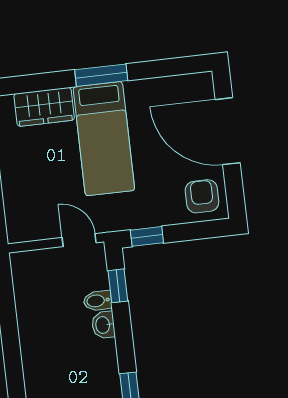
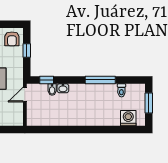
armchair: (202, 196) -> (12, 39), turned -90
window: (147, 236) -> (27, 50), moved

